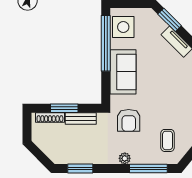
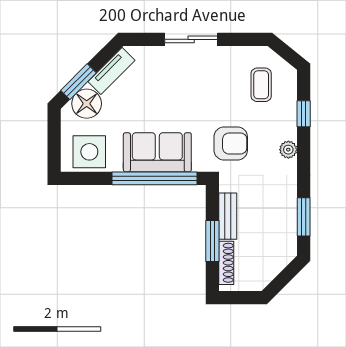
floor lamp: (155, 25) -> (87, 104), added
window: (106, 43) -> (155, 178), moved
coffee table: (168, 140) -> (261, 85), turned 90
window: (148, 168) -> (304, 114), width x0.46

